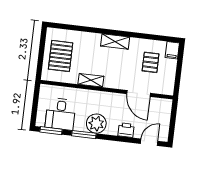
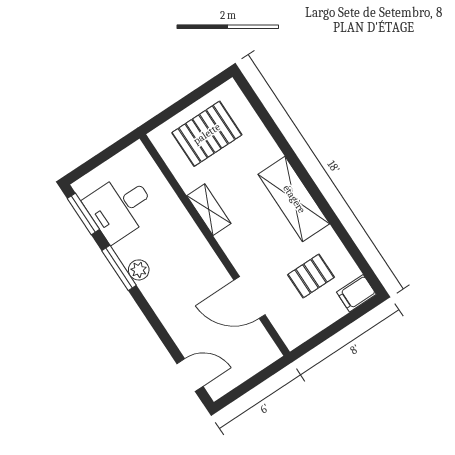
shelving: (115, 42) -> (294, 199), width x1.50, depth x1.33
door: (139, 93) -> (249, 298), hinge flipped
plant: (96, 124) -> (139, 270), width x0.53, depth x0.53
printer: (126, 130) -> (179, 325), removed

